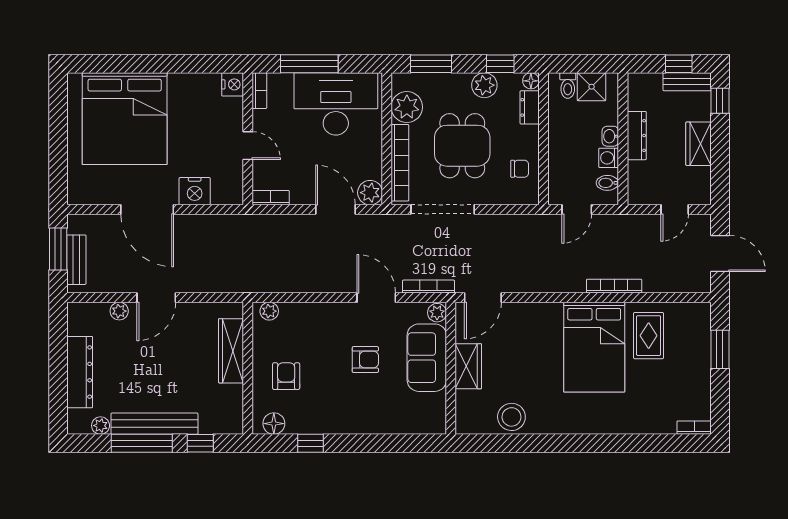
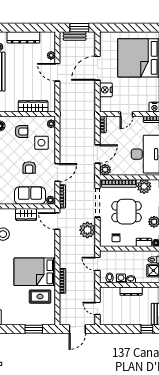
wardrobe: (698, 144) -> (127, 319), removed
plant: (502, 232) -> (87, 230), added
side table: (311, 333) -> (41, 143), added

